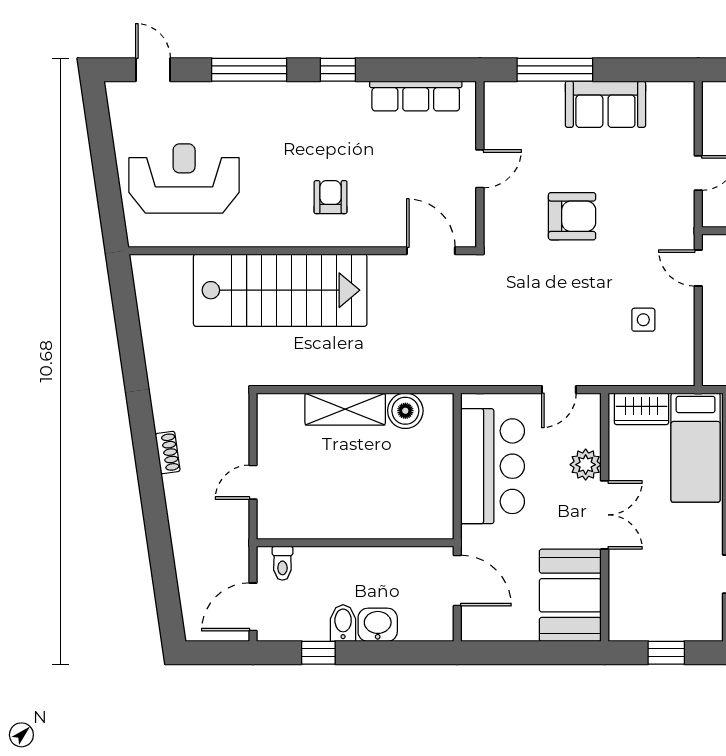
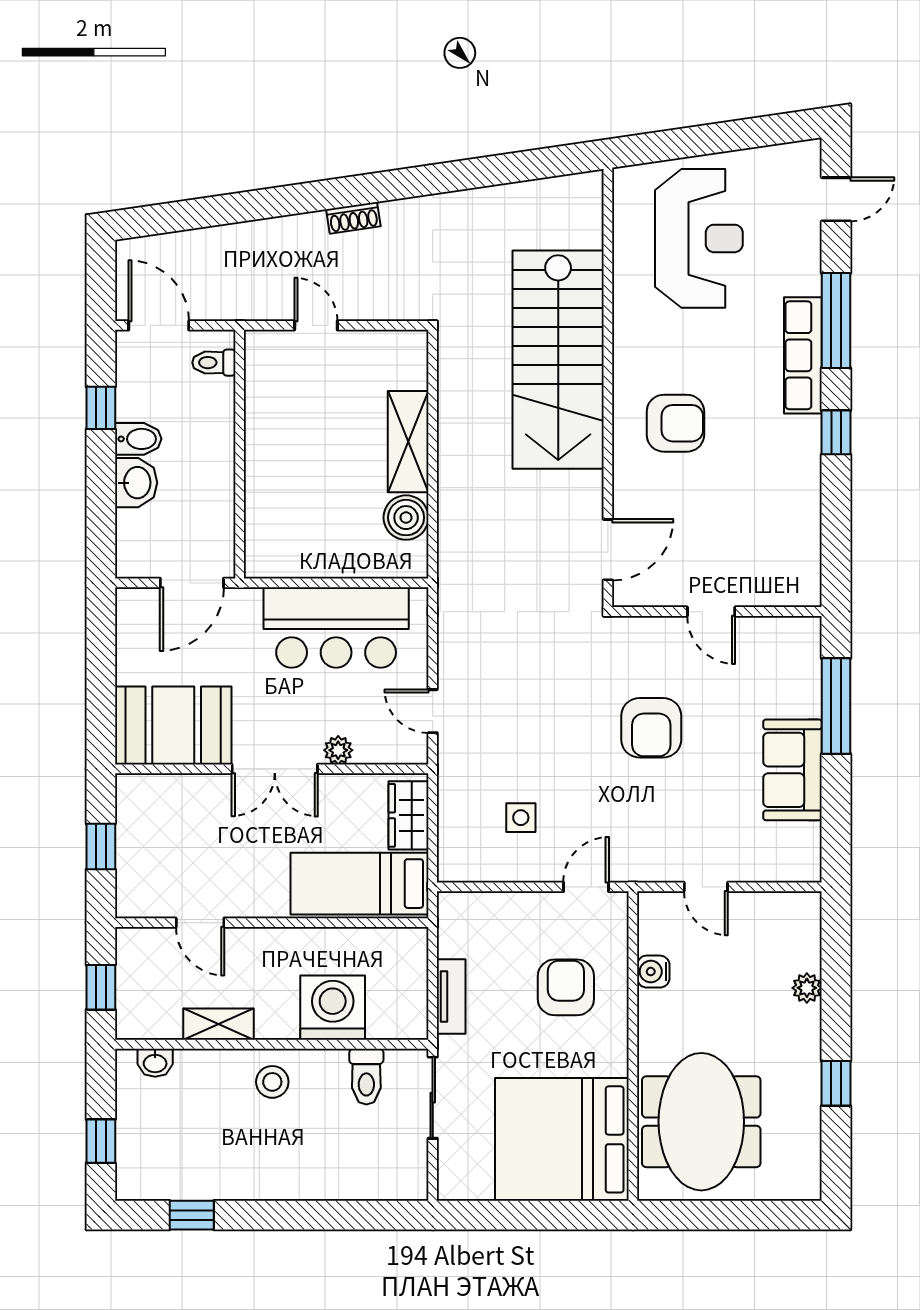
row of seats: (416, 96) -> (803, 355), moved
armchair: (331, 197) -> (675, 423), width x1.38, depth x1.38
plant: (586, 465) -> (338, 750), width x0.73, depth x0.73

